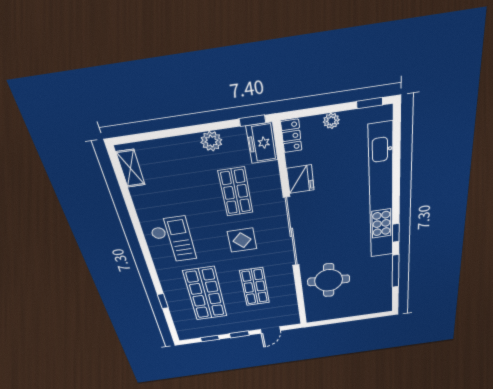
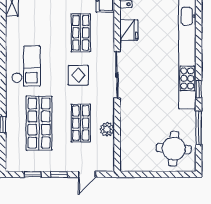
sliding door: (291, 232) -> (117, 75), width x0.73
round table: (329, 280) -> (174, 149), moved
plant: (287, 288) -> (107, 129), added

